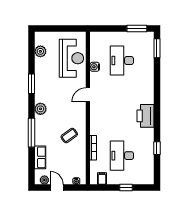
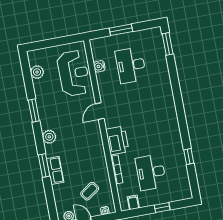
window: (137, 29) -> (121, 30), moved
water cooler: (95, 67) -> (99, 66), moved
printer: (145, 116) -> (117, 140), moved, turned 180
window: (31, 133) -> (44, 165), width x0.69
coffee table: (69, 136) -> (90, 191), moved
row of seats: (40, 157) -> (55, 170), moved

